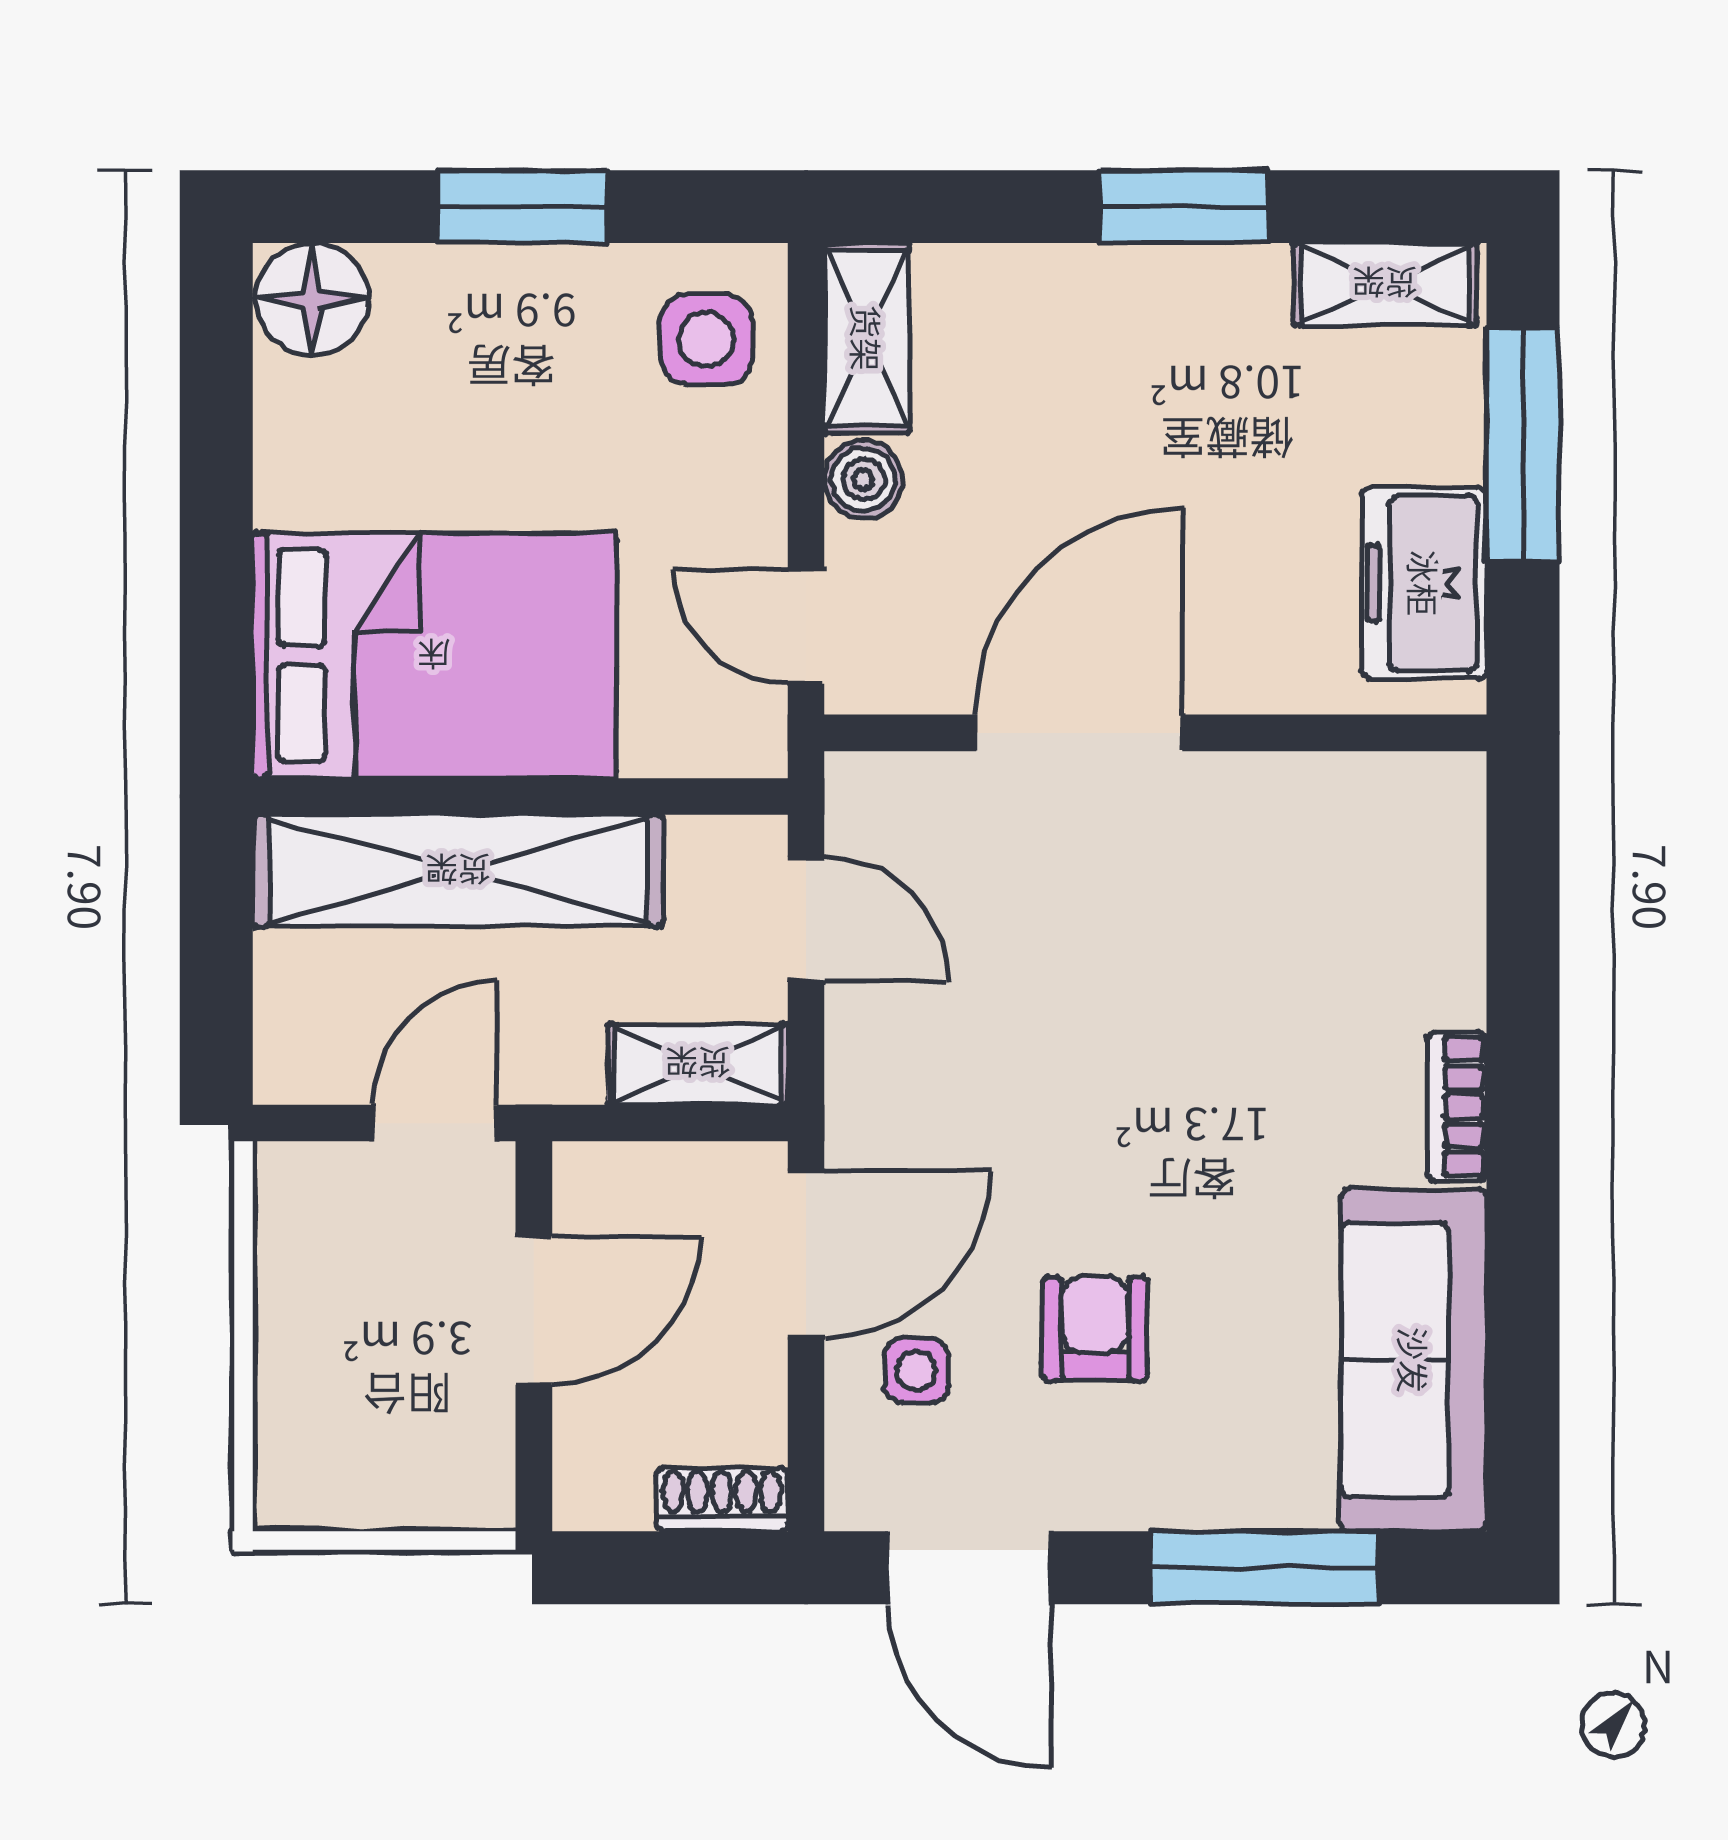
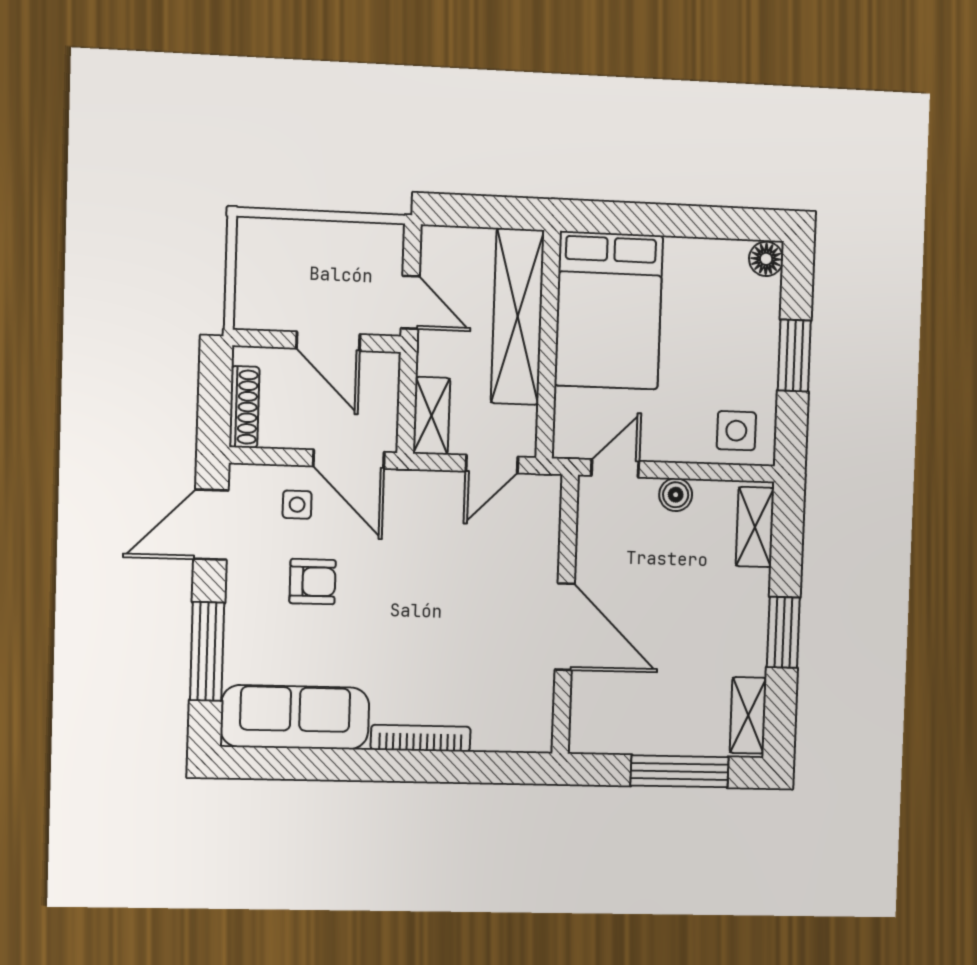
floor lamp: (312, 299) -> (766, 259), width x0.73, depth x0.73
shelving: (867, 338) -> (755, 527), moved, turned 90
freezer: (1424, 583) -> (624, 729), removed
door: (1079, 733) -> (565, 627), moved
bookcase: (1457, 1106) -> (421, 738), width x1.56
shoe rack: (722, 1499) -> (244, 407), width x1.43

